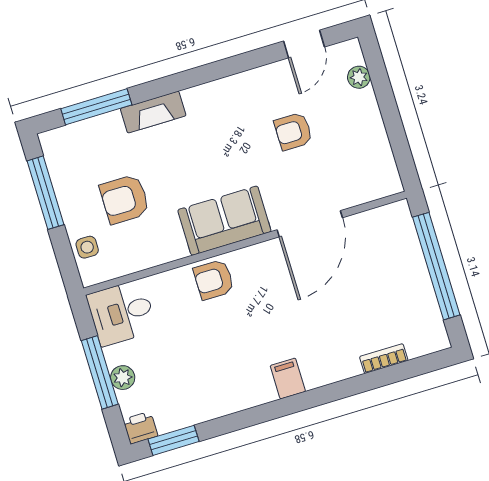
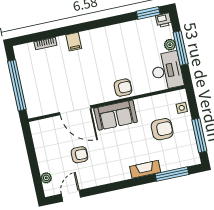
door: (310, 224) -> (75, 110), swing flipped
desk: (122, 313) -> (167, 71), width x1.37
filing cabinet: (288, 379) -> (74, 42), moved

